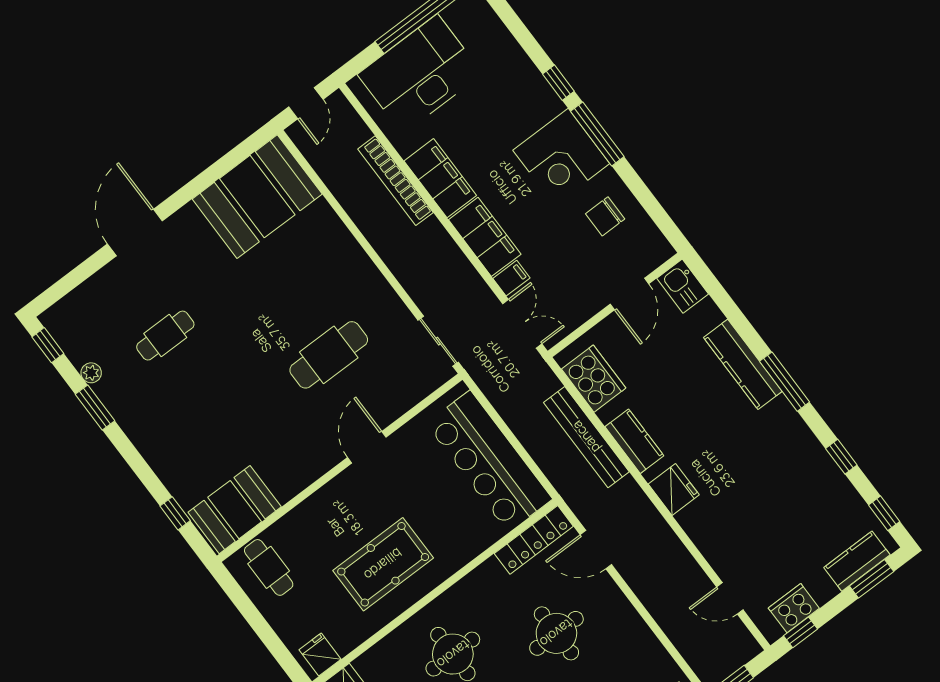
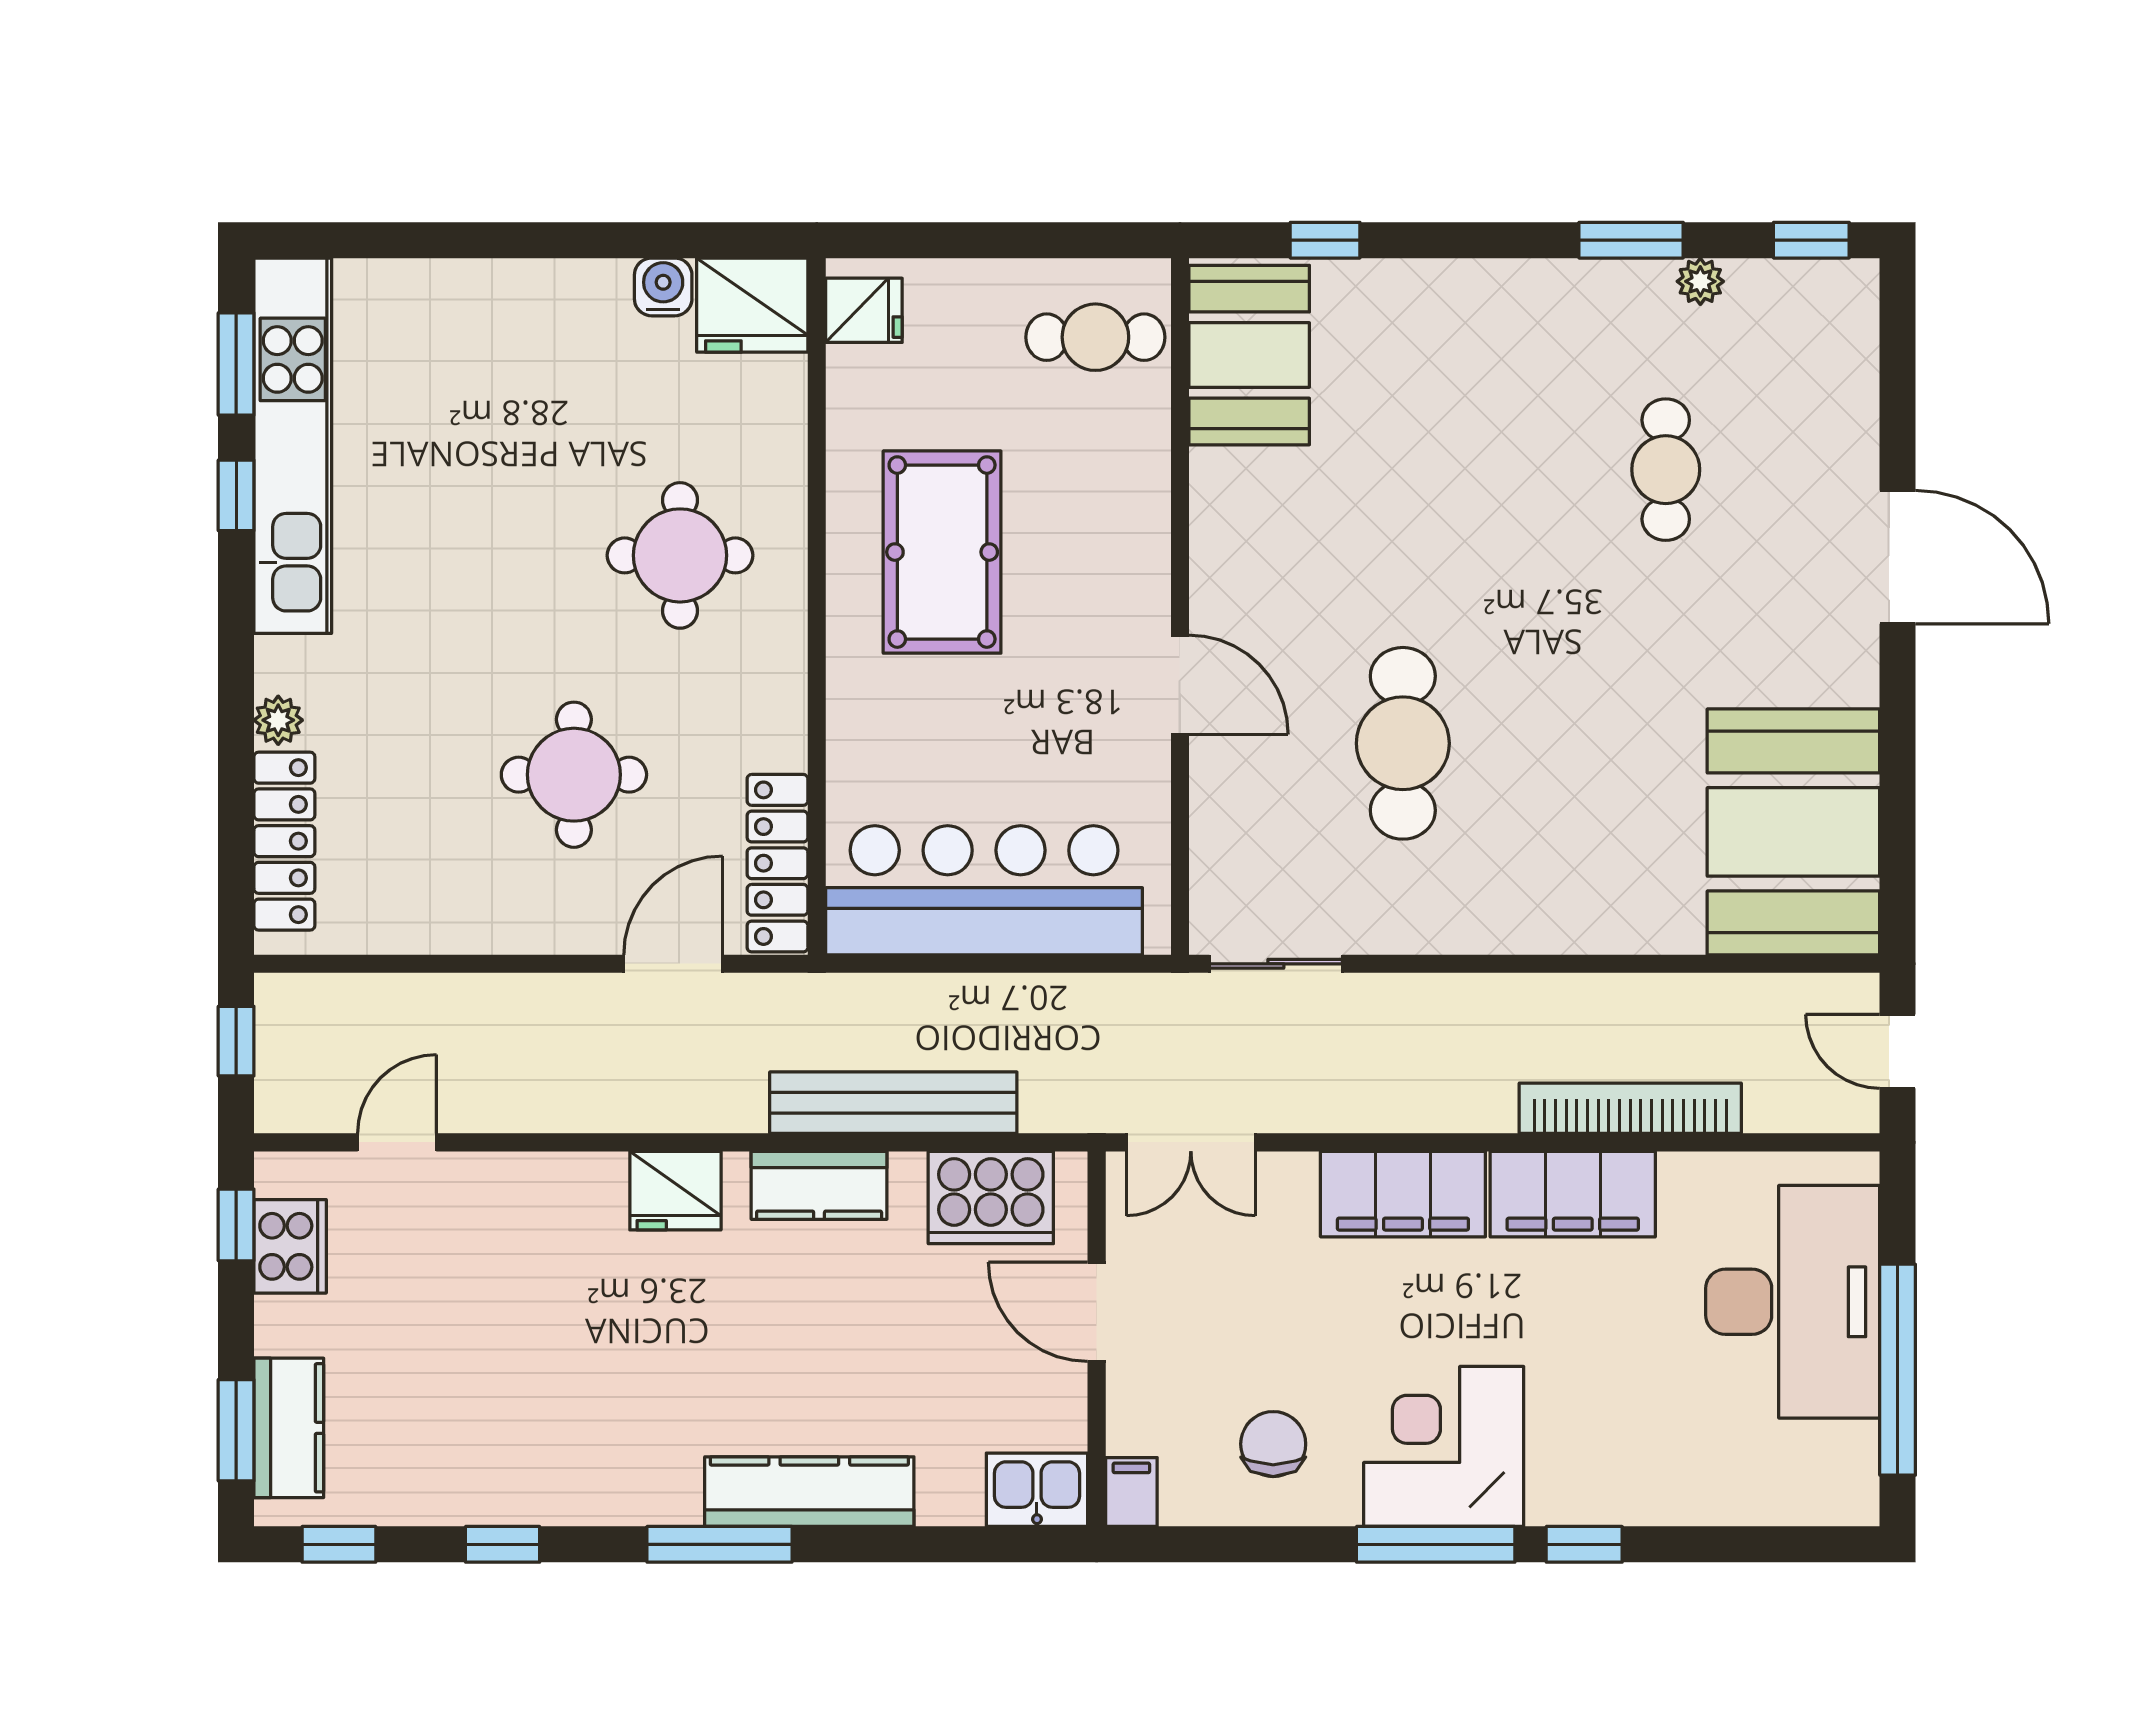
filing cabinet: (511, 278) -> (1131, 1492), moved, turned 180
door: (629, 294) -> (1097, 1312), moved

